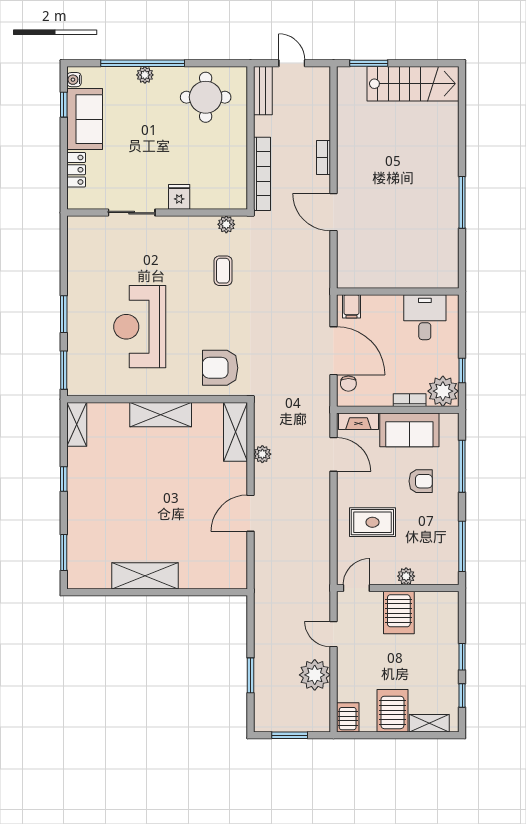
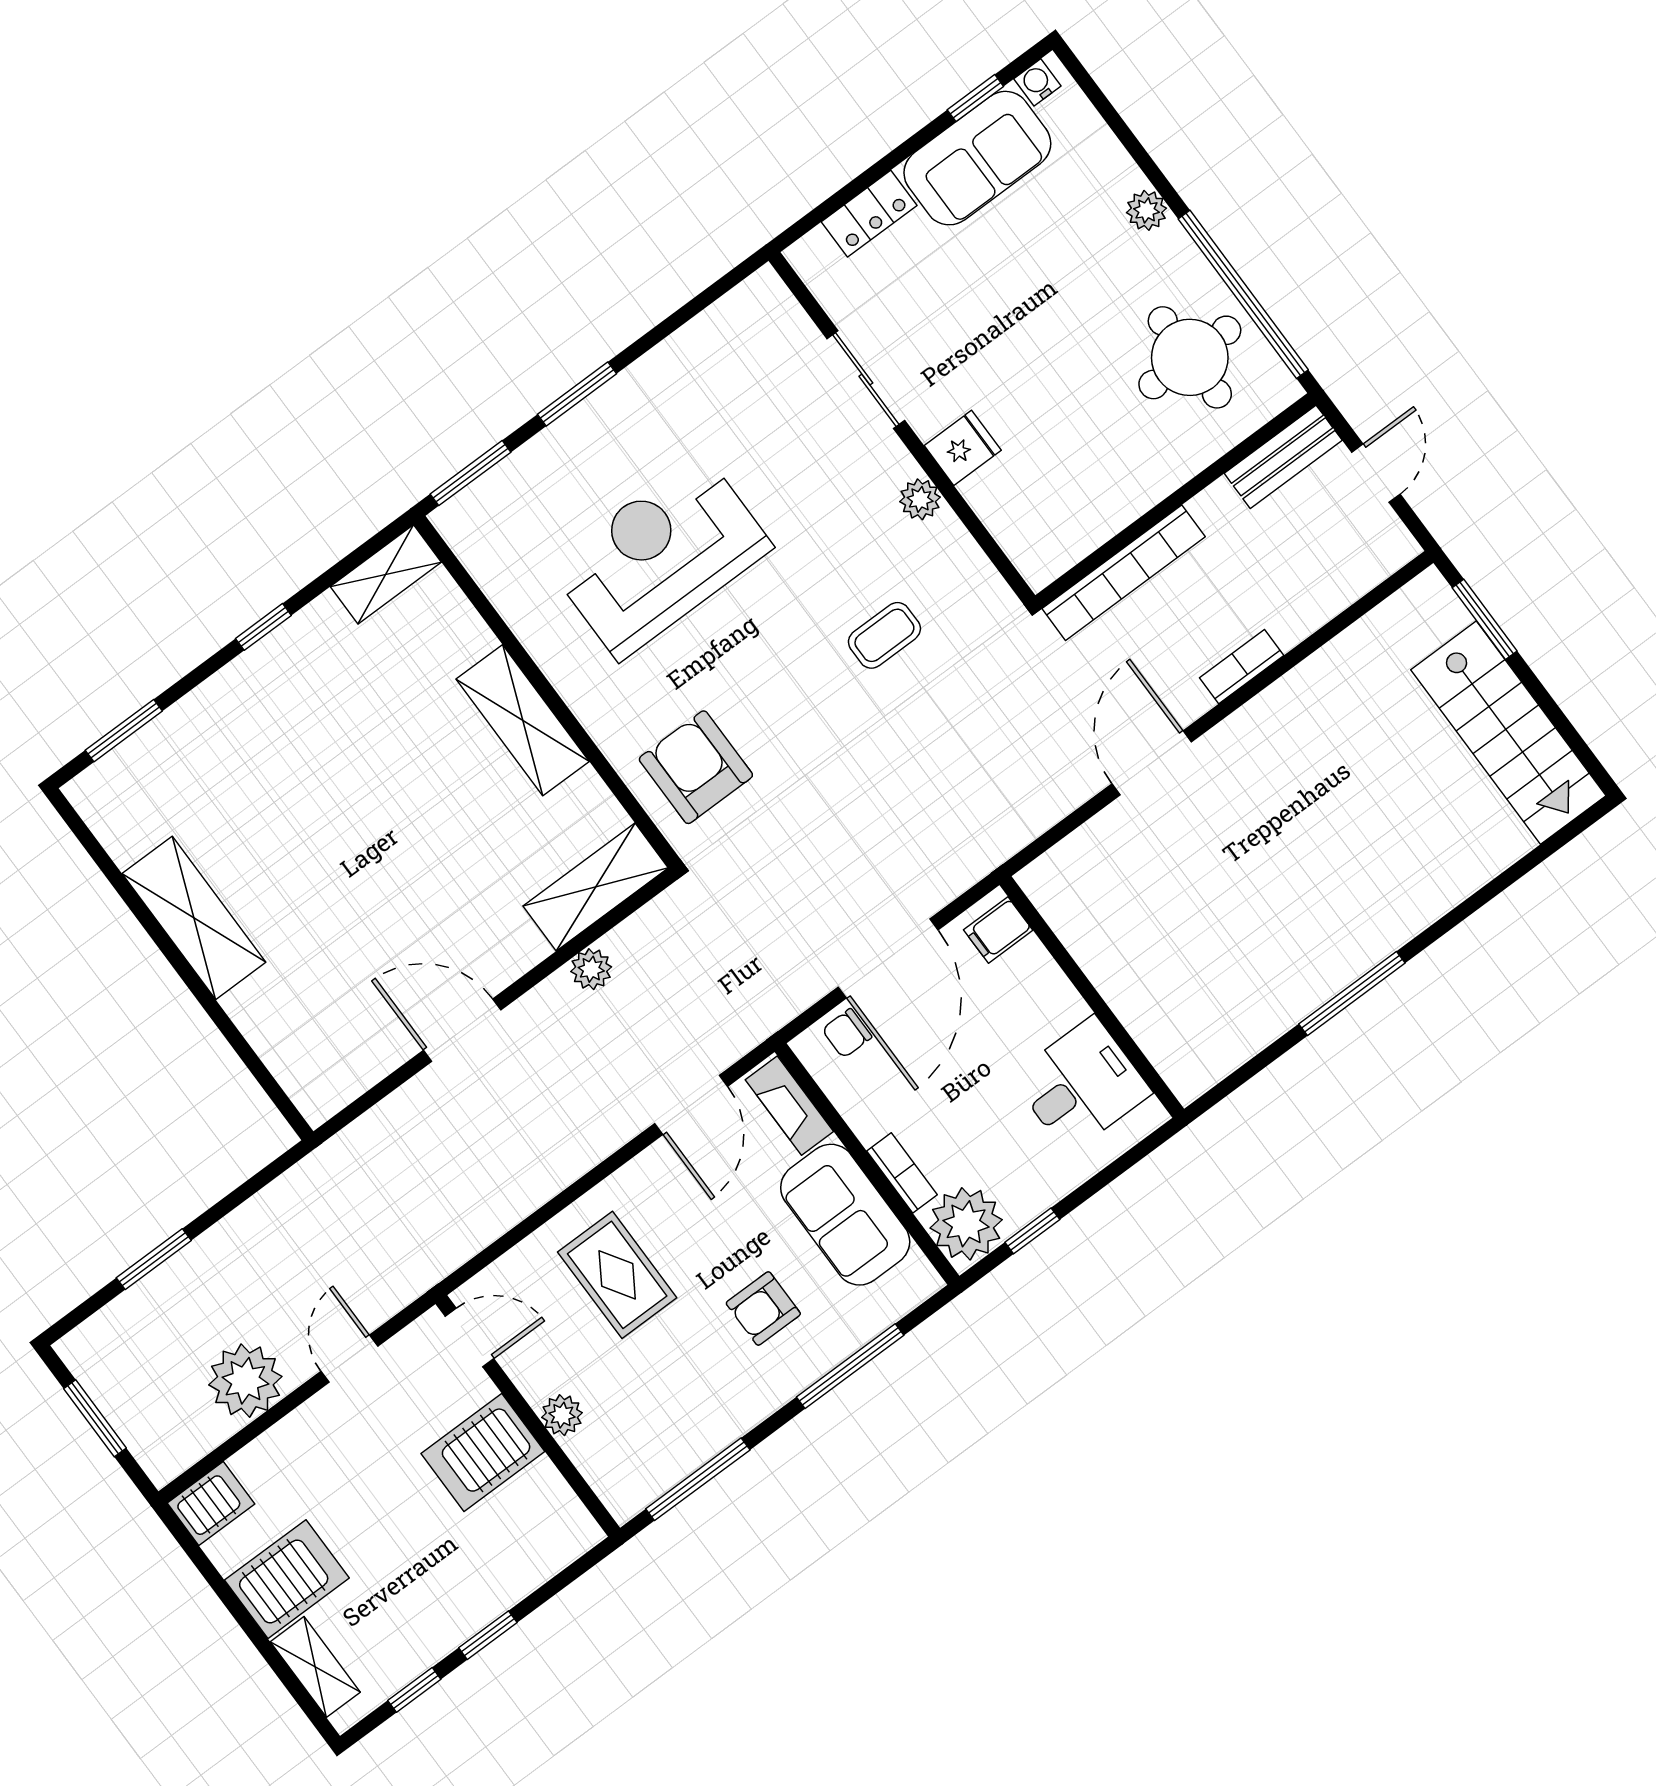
window: (143, 63) -> (1243, 294), moved
plant: (226, 224) -> (920, 499), moved
armchair: (421, 481) -> (763, 1309), turned 90

